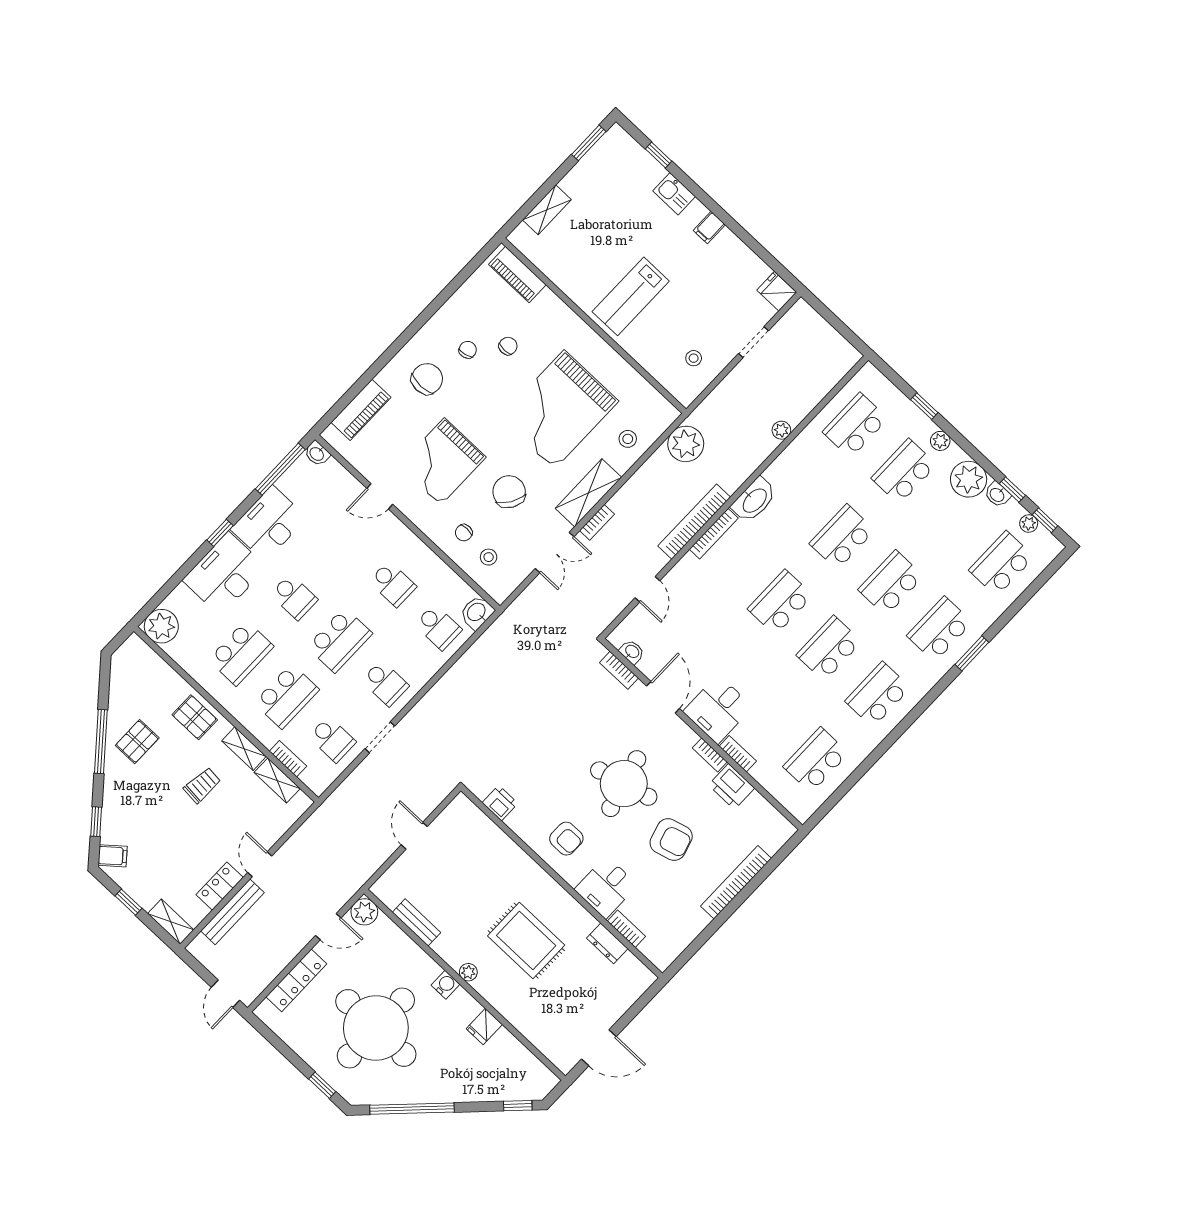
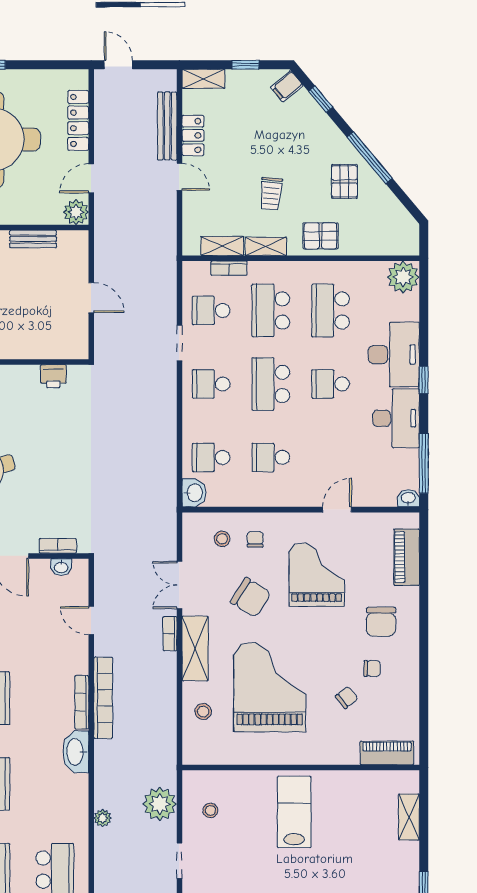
chair: (508, 346) -> (347, 697), turned -128
chair: (468, 350) -> (372, 668), turned -76
plant: (686, 444) -> (160, 804), moved

